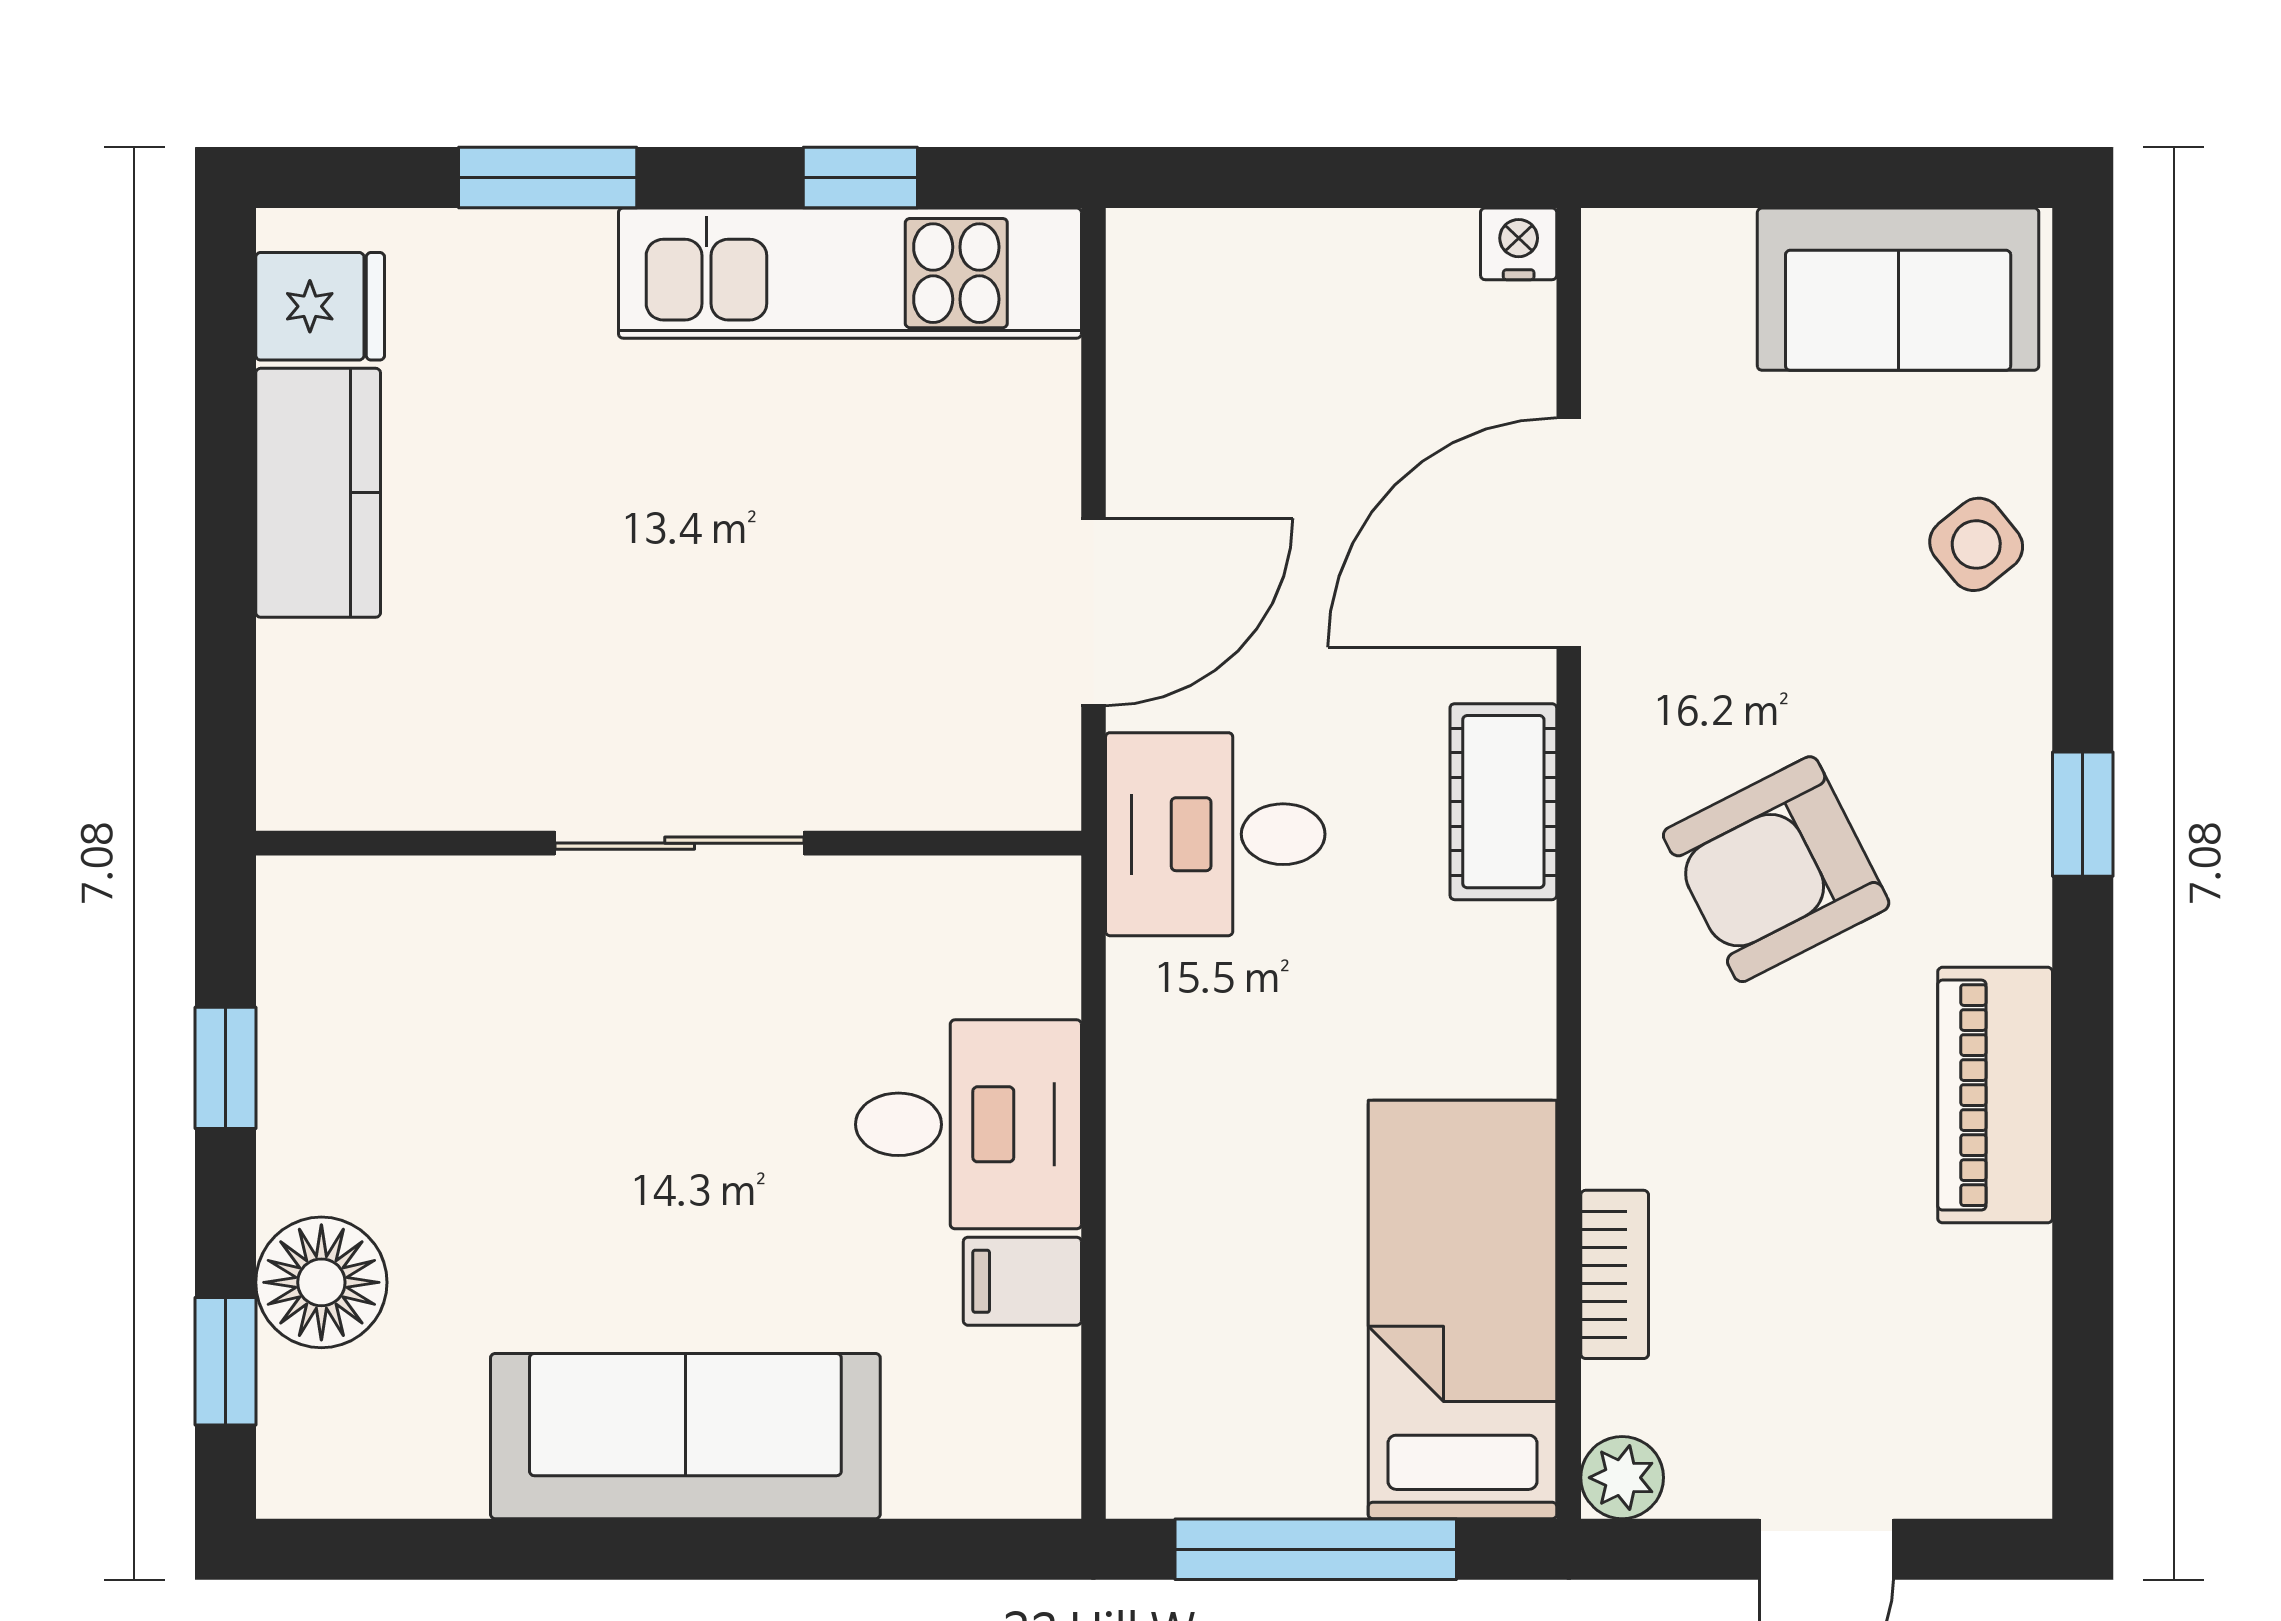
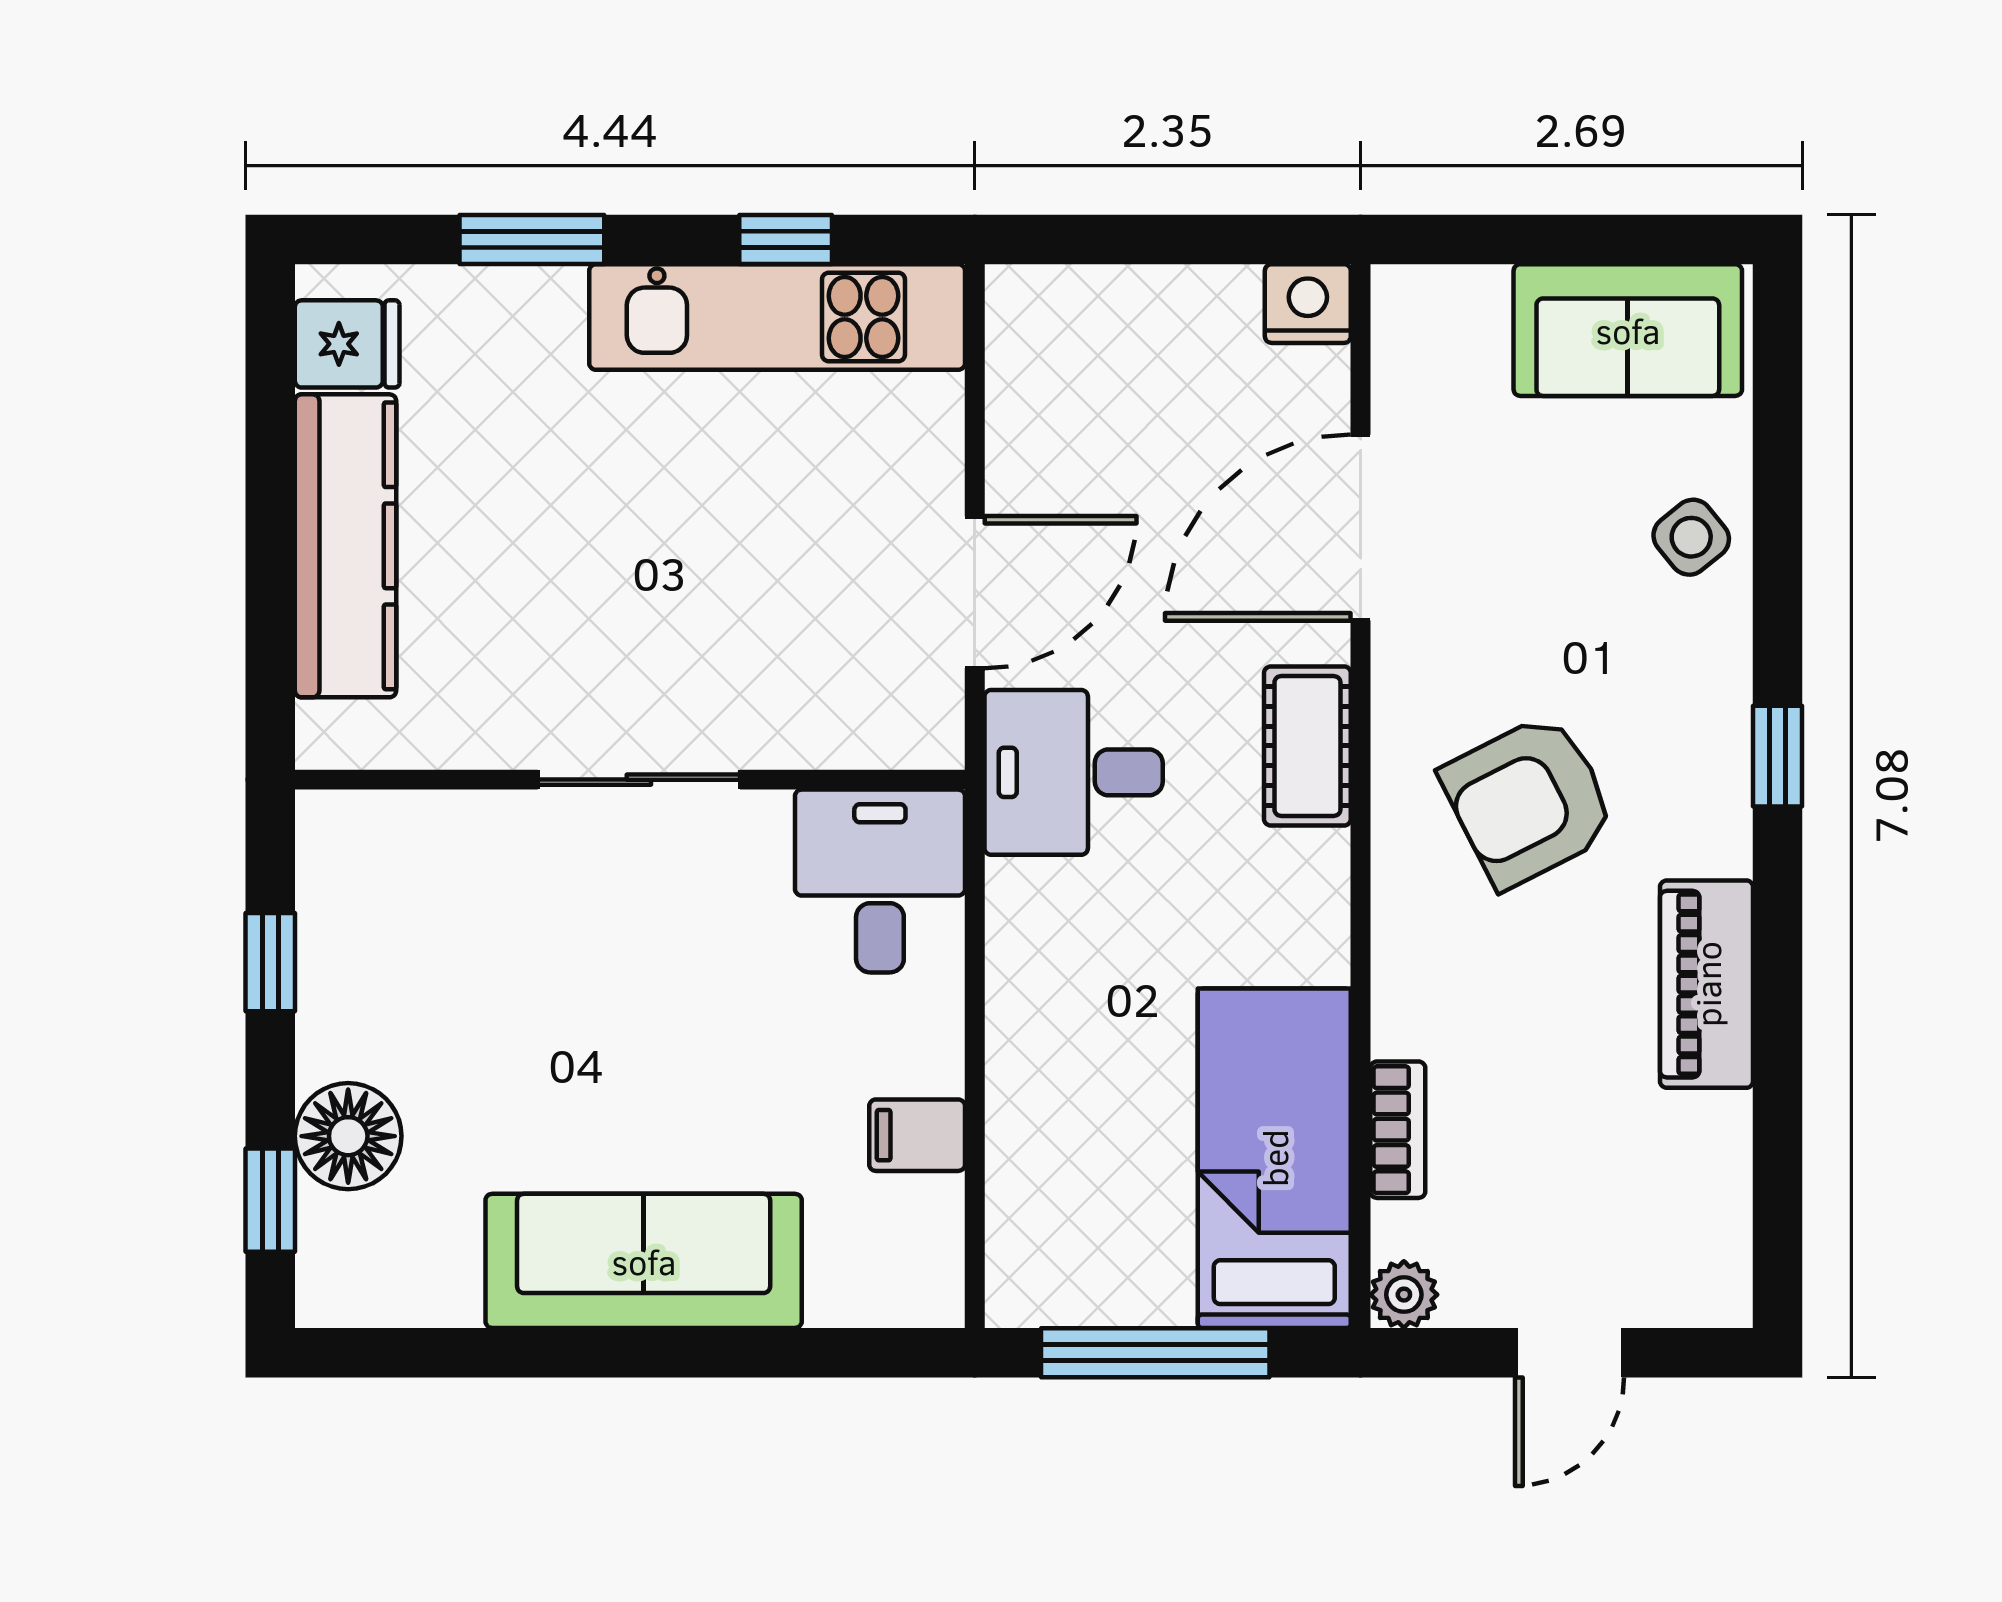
nightstand: (1519, 244) -> (1308, 304), width x1.39, depth x1.35
kitchen counter: (318, 493) -> (346, 546), width x1.50
desk: (968, 1124) -> (880, 881), moved, turned -90

